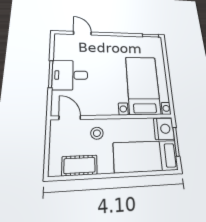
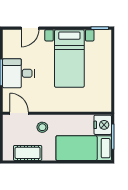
door: (82, 33) -> (30, 28), swing flipped
bed with nightstands: (143, 85) -> (69, 58), moved, turned 180

